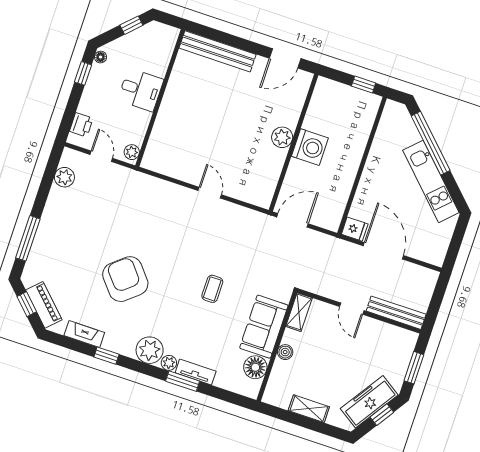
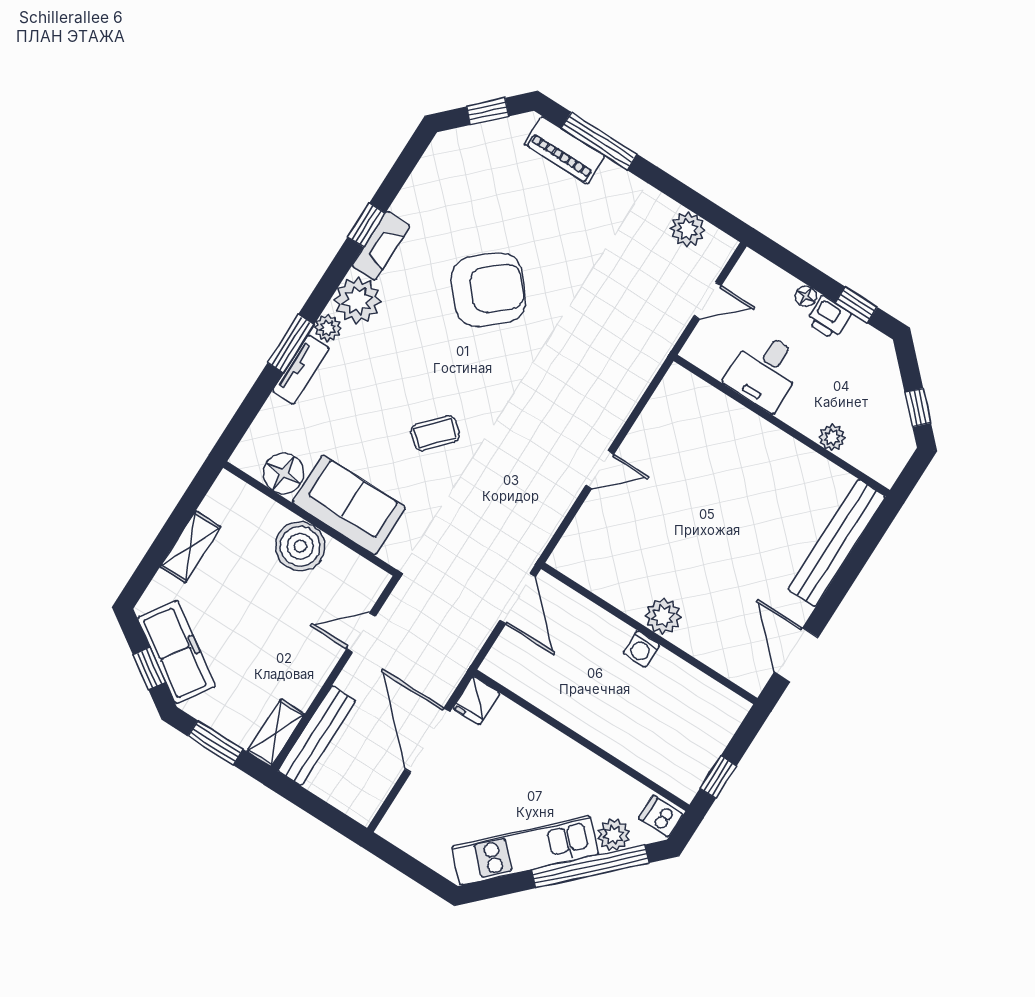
floor lamp: (101, 57) -> (806, 296), moved
desk: (141, 90) -> (765, 371), moved
dishwasher: (393, 111) -> (661, 816), added
printer: (81, 125) -> (829, 318), moved
plant: (410, 135) -> (614, 835), added
washing machine: (310, 147) -> (641, 649), width x0.53, depth x0.53
plant: (132, 152) -> (832, 437), moved
door: (383, 251) -> (427, 740), swing flipped
coffee table: (212, 289) -> (435, 433), turned -48
piano: (44, 305) -> (565, 150), moved, turned 45
door: (352, 309) -> (361, 633), moved
shelving: (299, 312) -> (276, 733), moved, turned 90
fireplace: (84, 334) -> (381, 246), moved
boiler: (285, 352) -> (300, 546), width x1.86, depth x1.86

